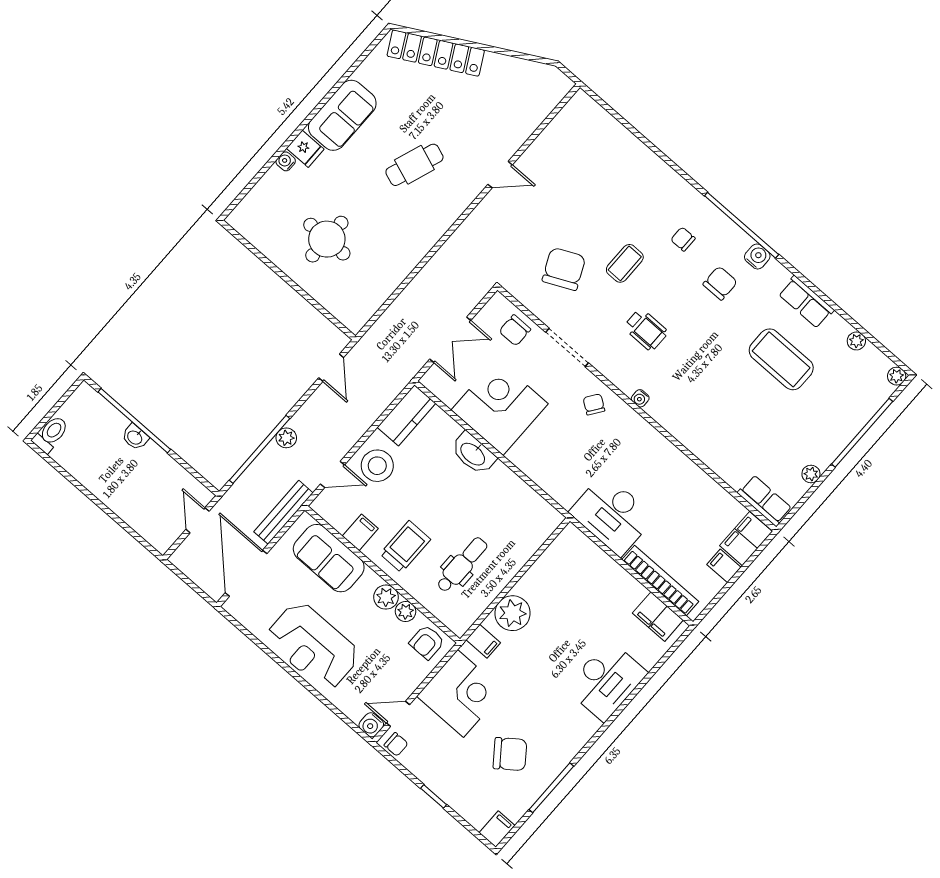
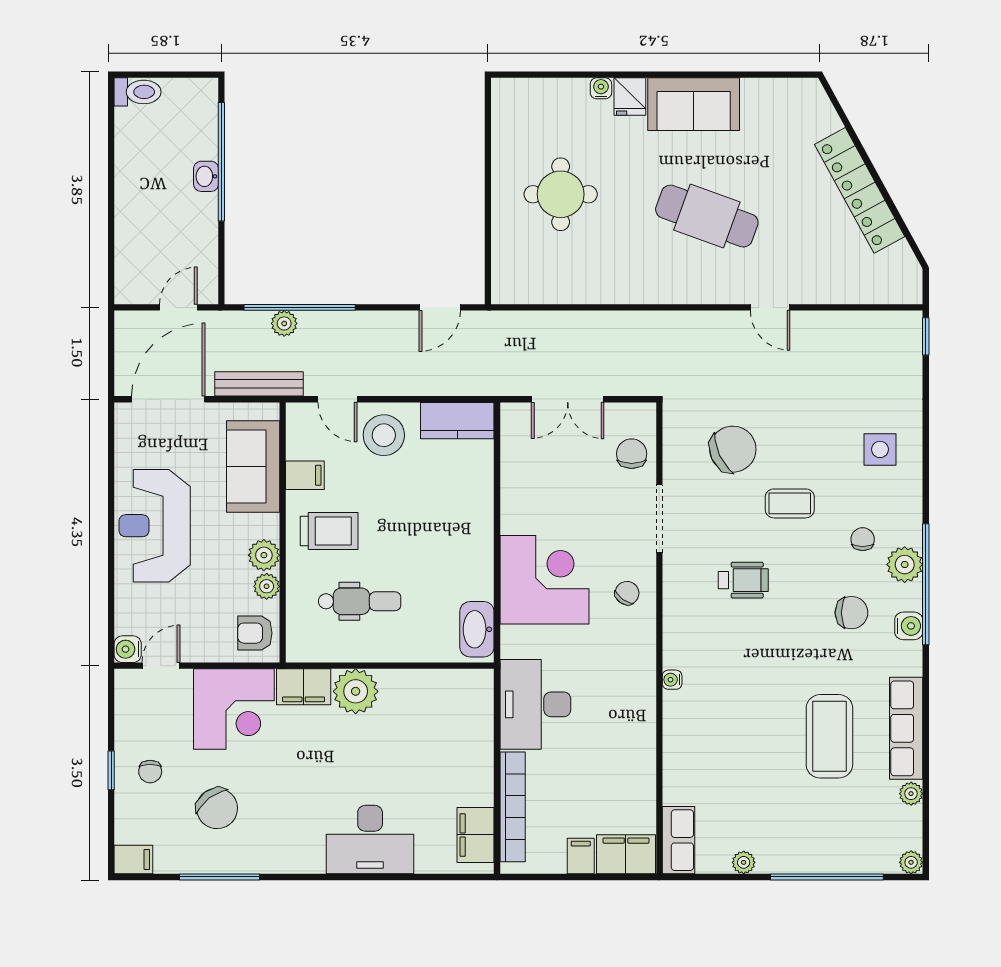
locker: (436, 53) -> (860, 190), moved
window: (597, 98) -> (926, 336), added
cafe table: (414, 165) -> (707, 216), width x1.37, depth x1.35
side table: (639, 183) -> (880, 449), added
plant: (719, 227) -> (905, 565), added
row of seats: (806, 302) -> (906, 728), width x1.48
chair: (515, 330) -> (632, 454), turned 90
wheelchair: (646, 330) -> (743, 580), turned -90
water cooler: (640, 398) -> (672, 680), moved
corner desk: (500, 407) -> (545, 580), moved
plant: (286, 438) -> (284, 323), moved
washbasin: (473, 454) -> (477, 629), moved
filing cabinet: (483, 641) -> (304, 687), width x2.00
door: (398, 714) -> (161, 666), hinge flipped
chair: (396, 744) -> (150, 772), moved

